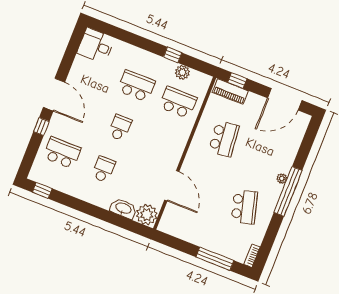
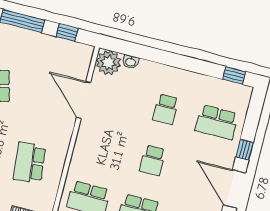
washbasin: (123, 209) -> (131, 62), width x0.52, depth x0.69
window: (178, 244) -> (67, 33), added

